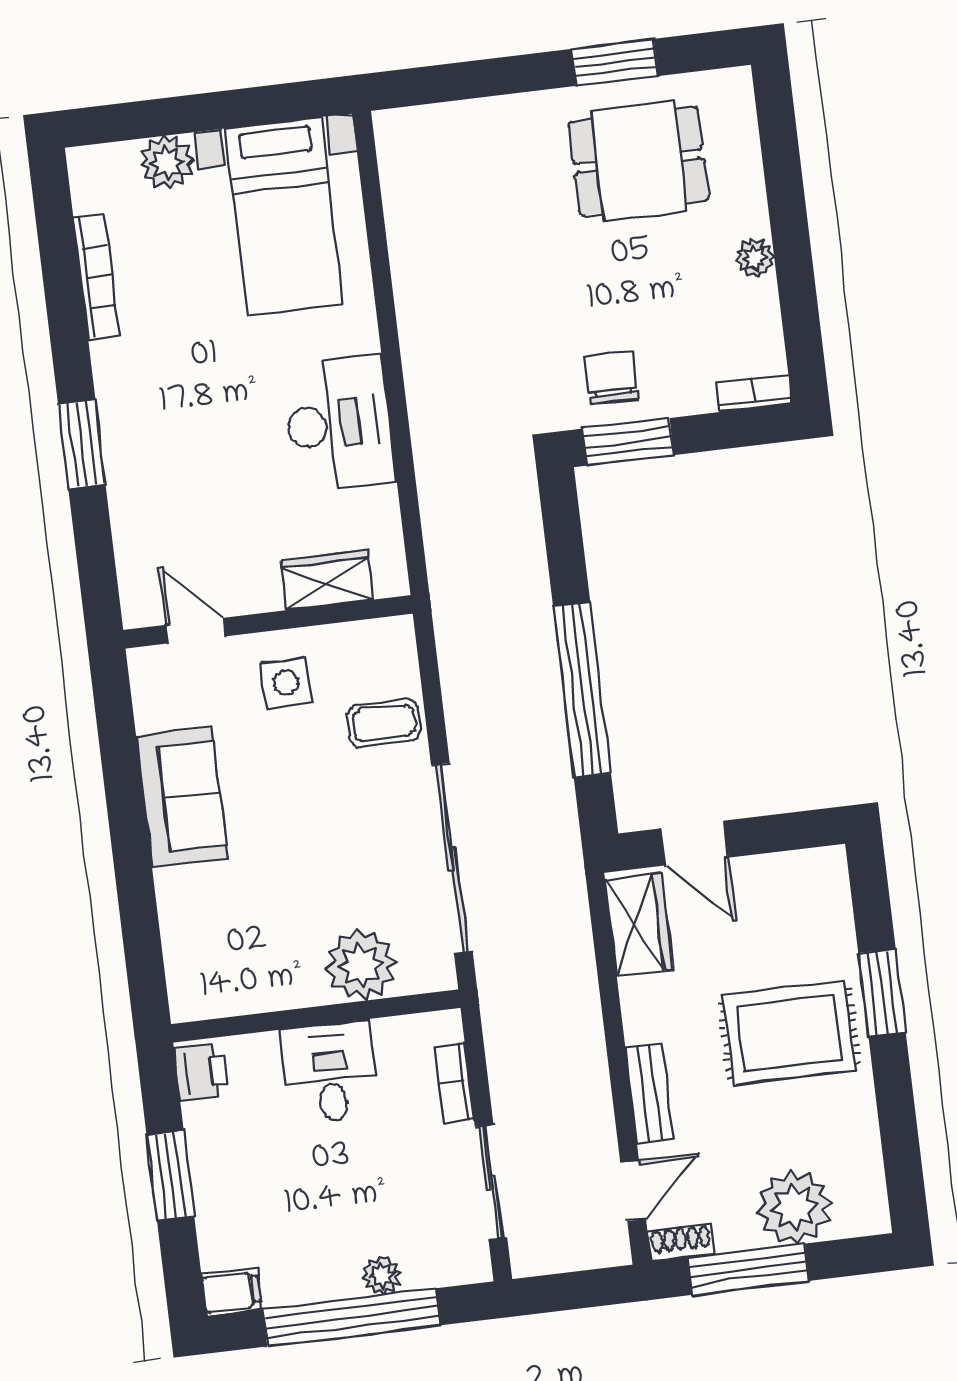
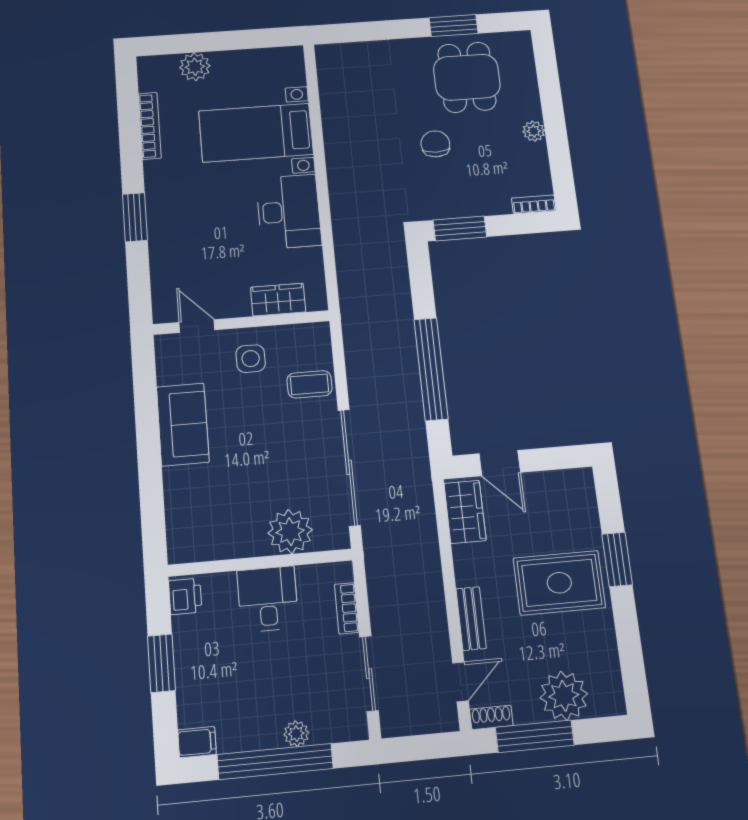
dining table: (639, 161) -> (467, 77), turned 90
bed with nightstands: (284, 216) -> (256, 133), moved, turned 90
chair: (612, 378) -> (435, 144), moved

